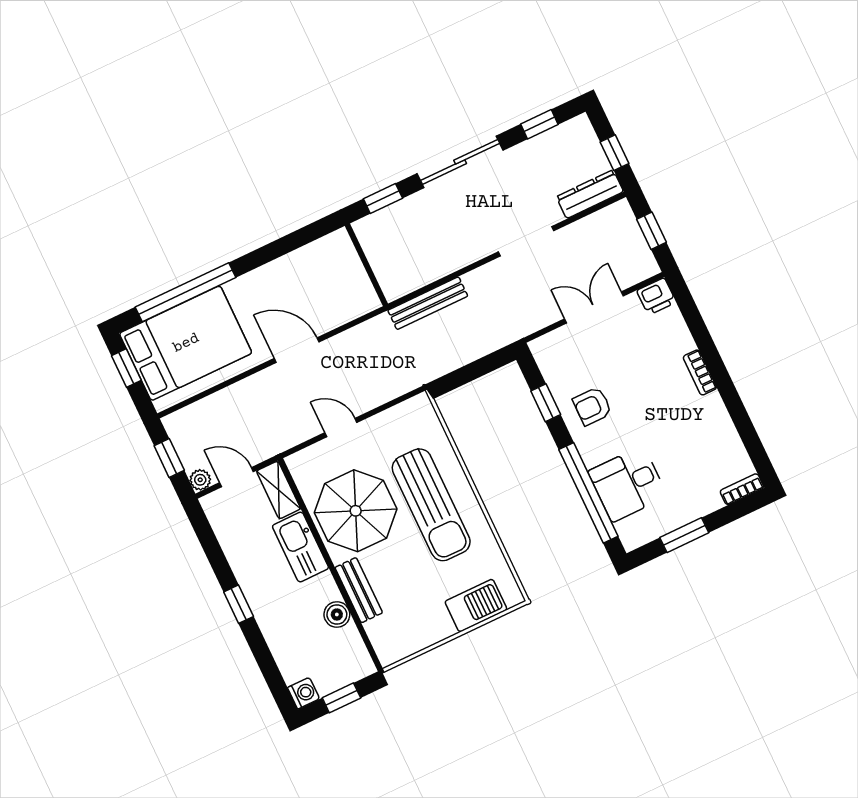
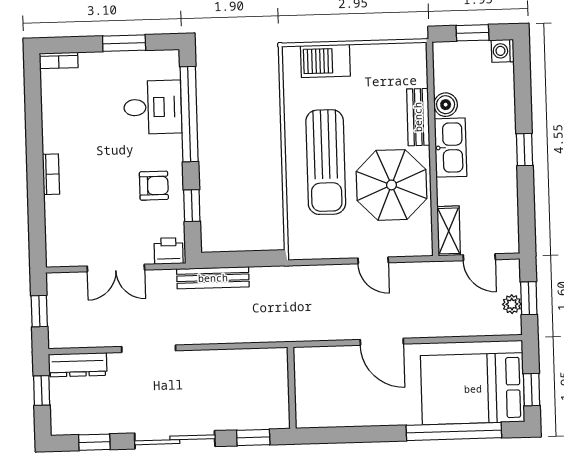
printer: (656, 296) -> (169, 251), moved
bench: (428, 303) -> (213, 278), moved
plant: (200, 480) -> (512, 304), moved
sun lounger: (431, 505) -> (326, 162), turned 180
kitchen sink: (300, 547) -> (450, 148), moved

